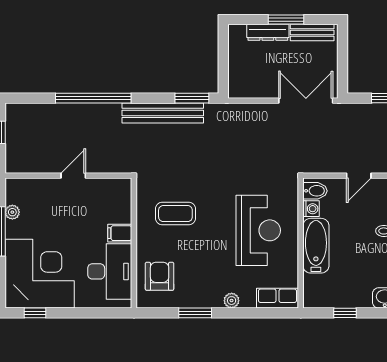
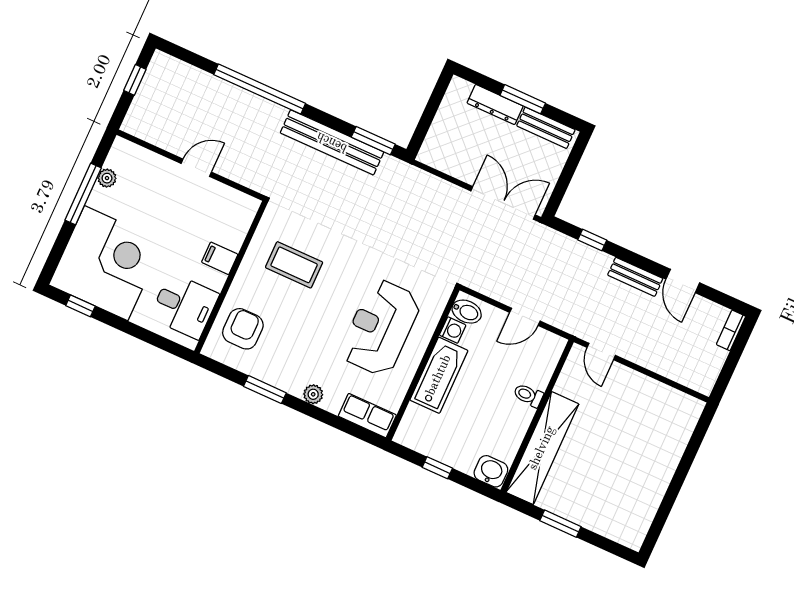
reception desk: (258, 230) -> (381, 327), turned 180
desk: (110, 271) -> (184, 306), width x0.73

